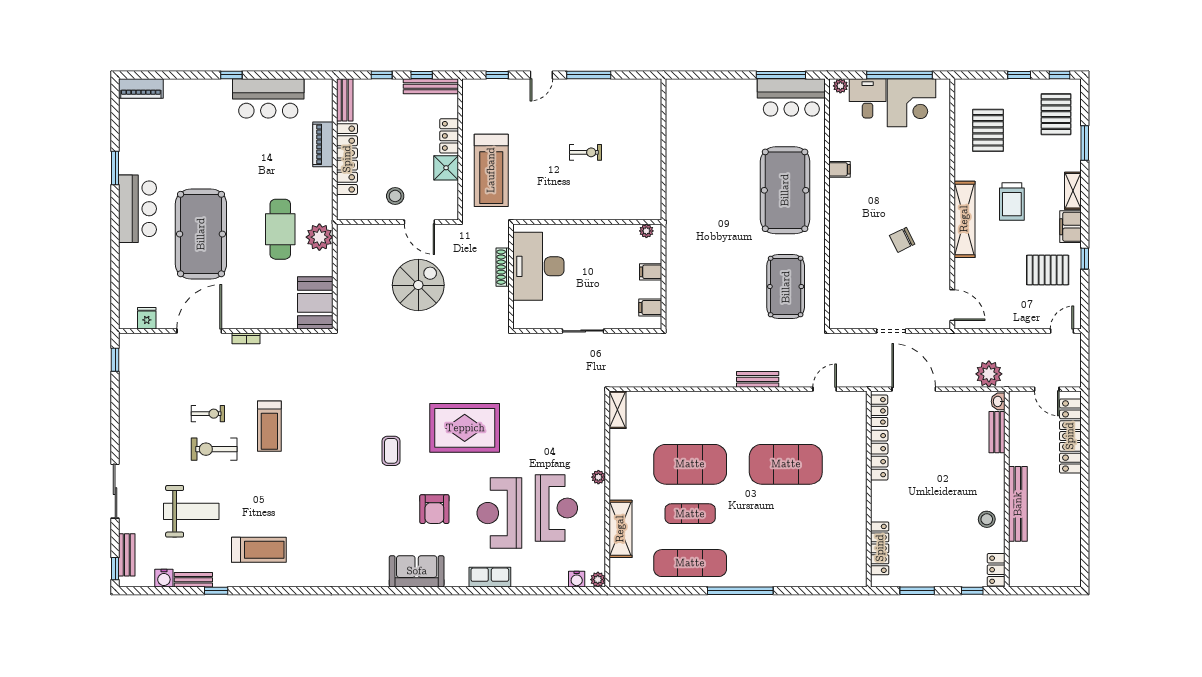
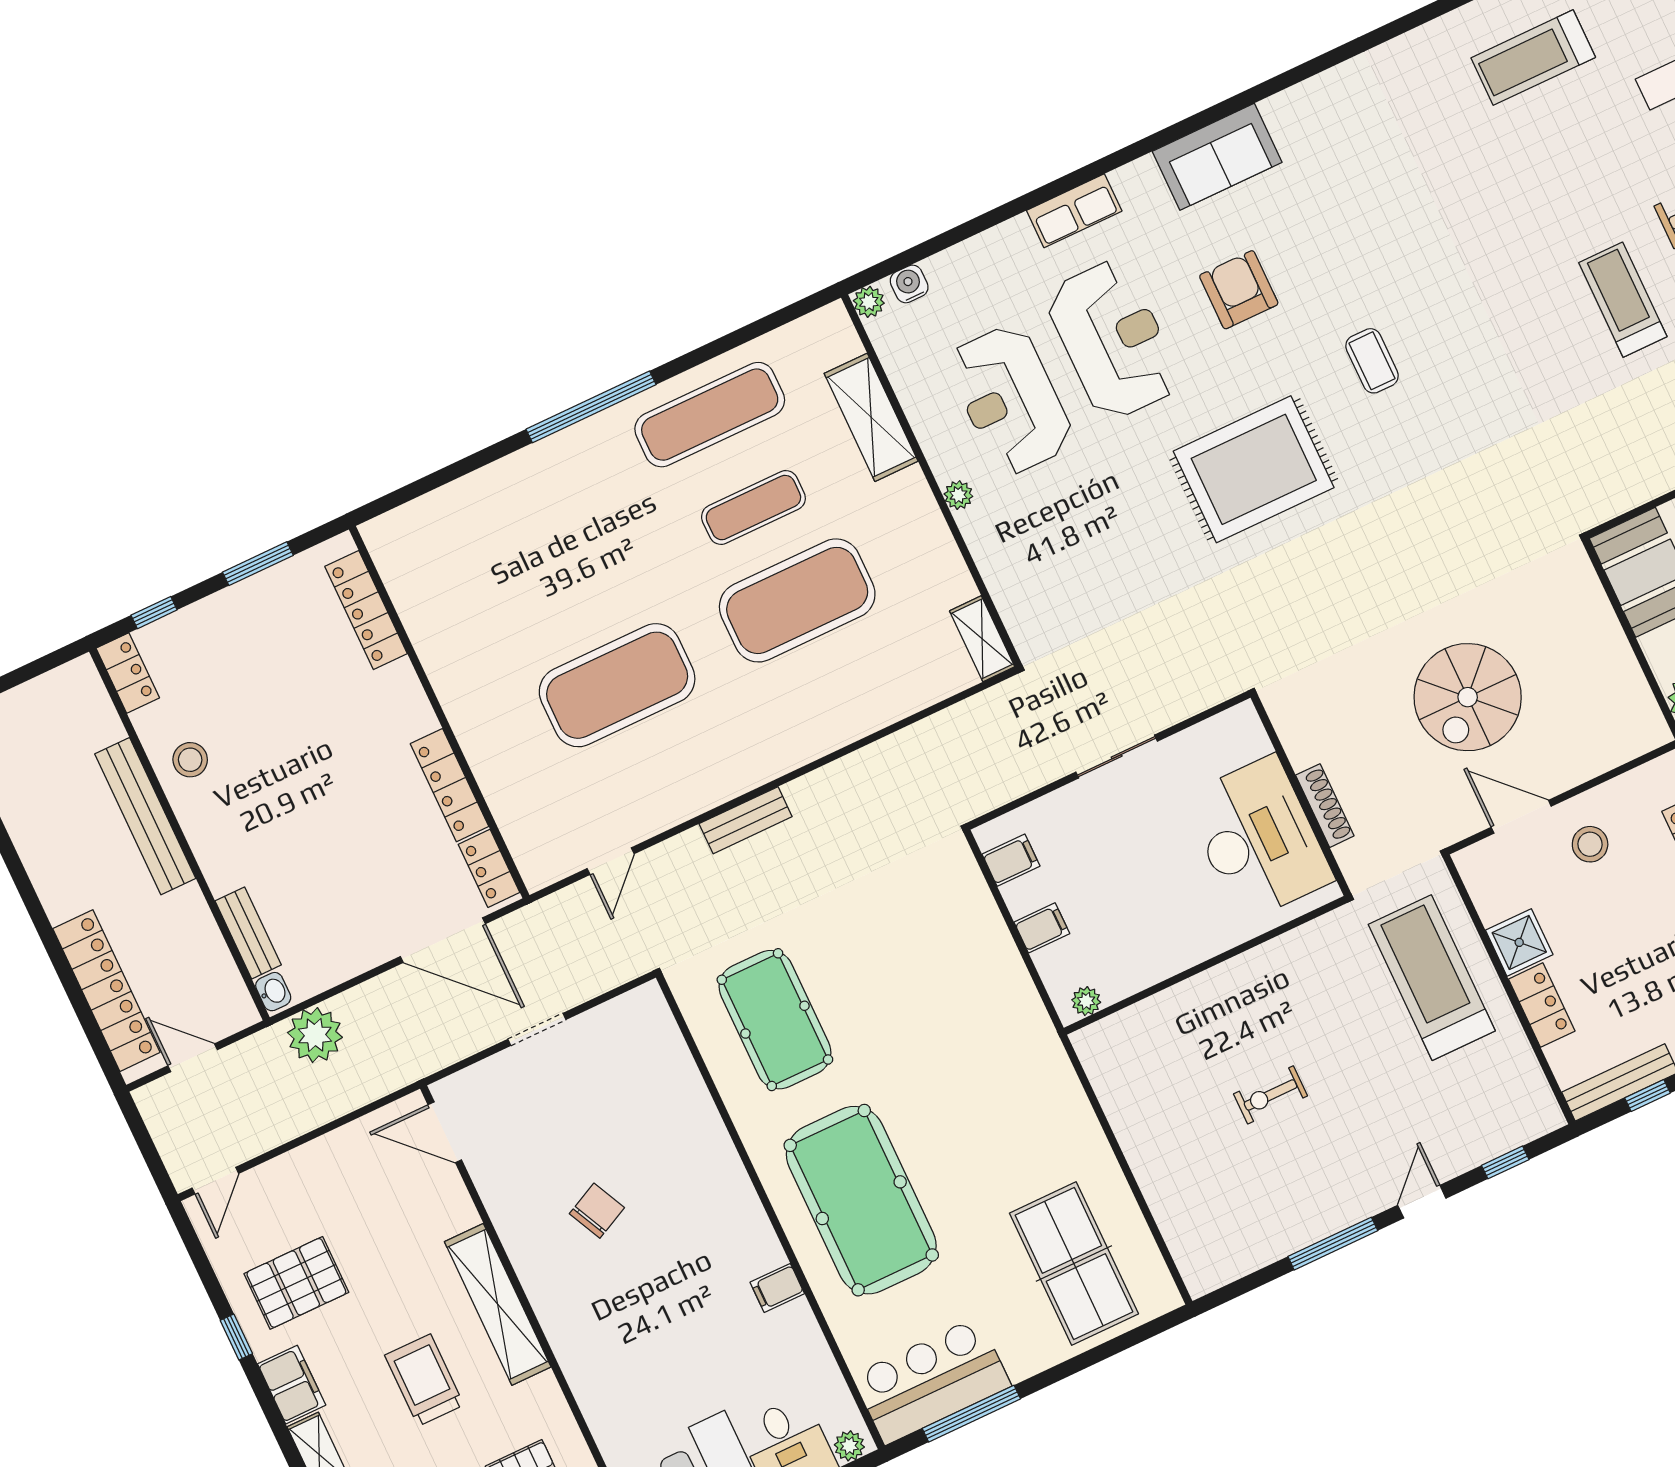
table tennis table: (705, 119) -> (1074, 1264), added

